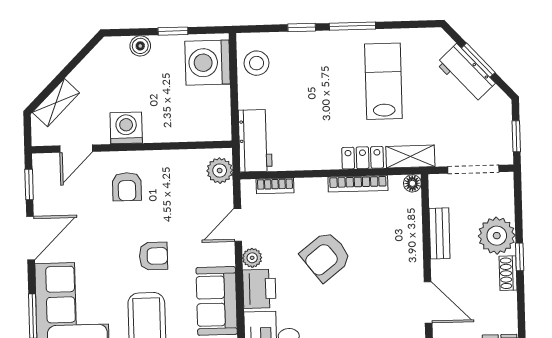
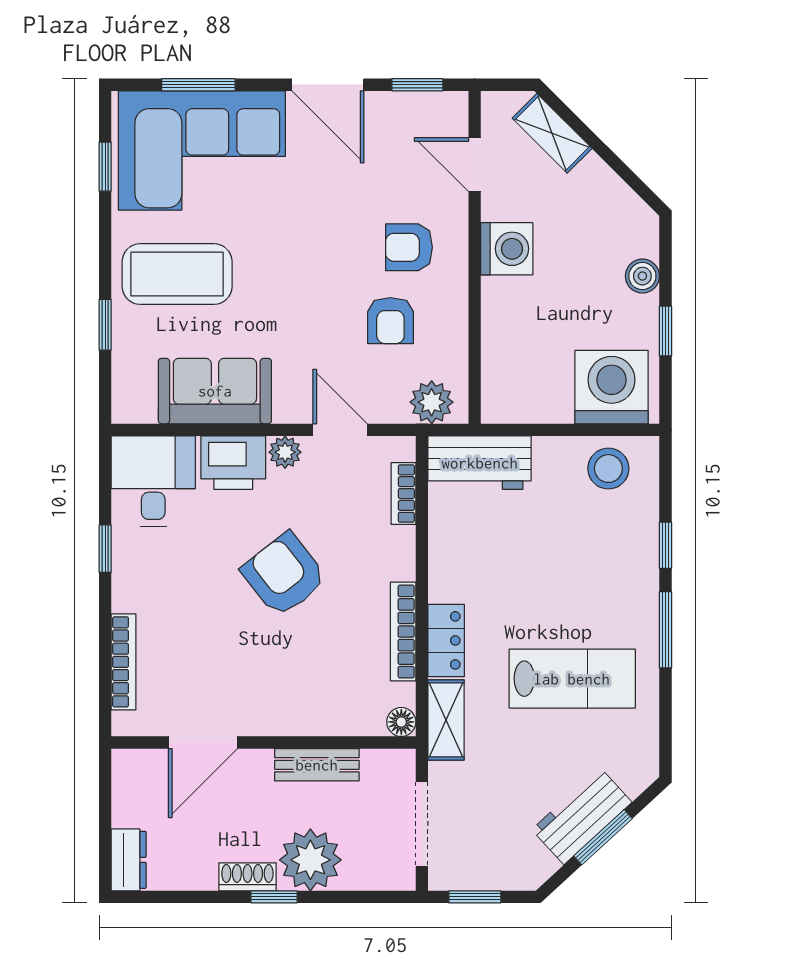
armchair: (153, 256) -> (390, 321), moved

